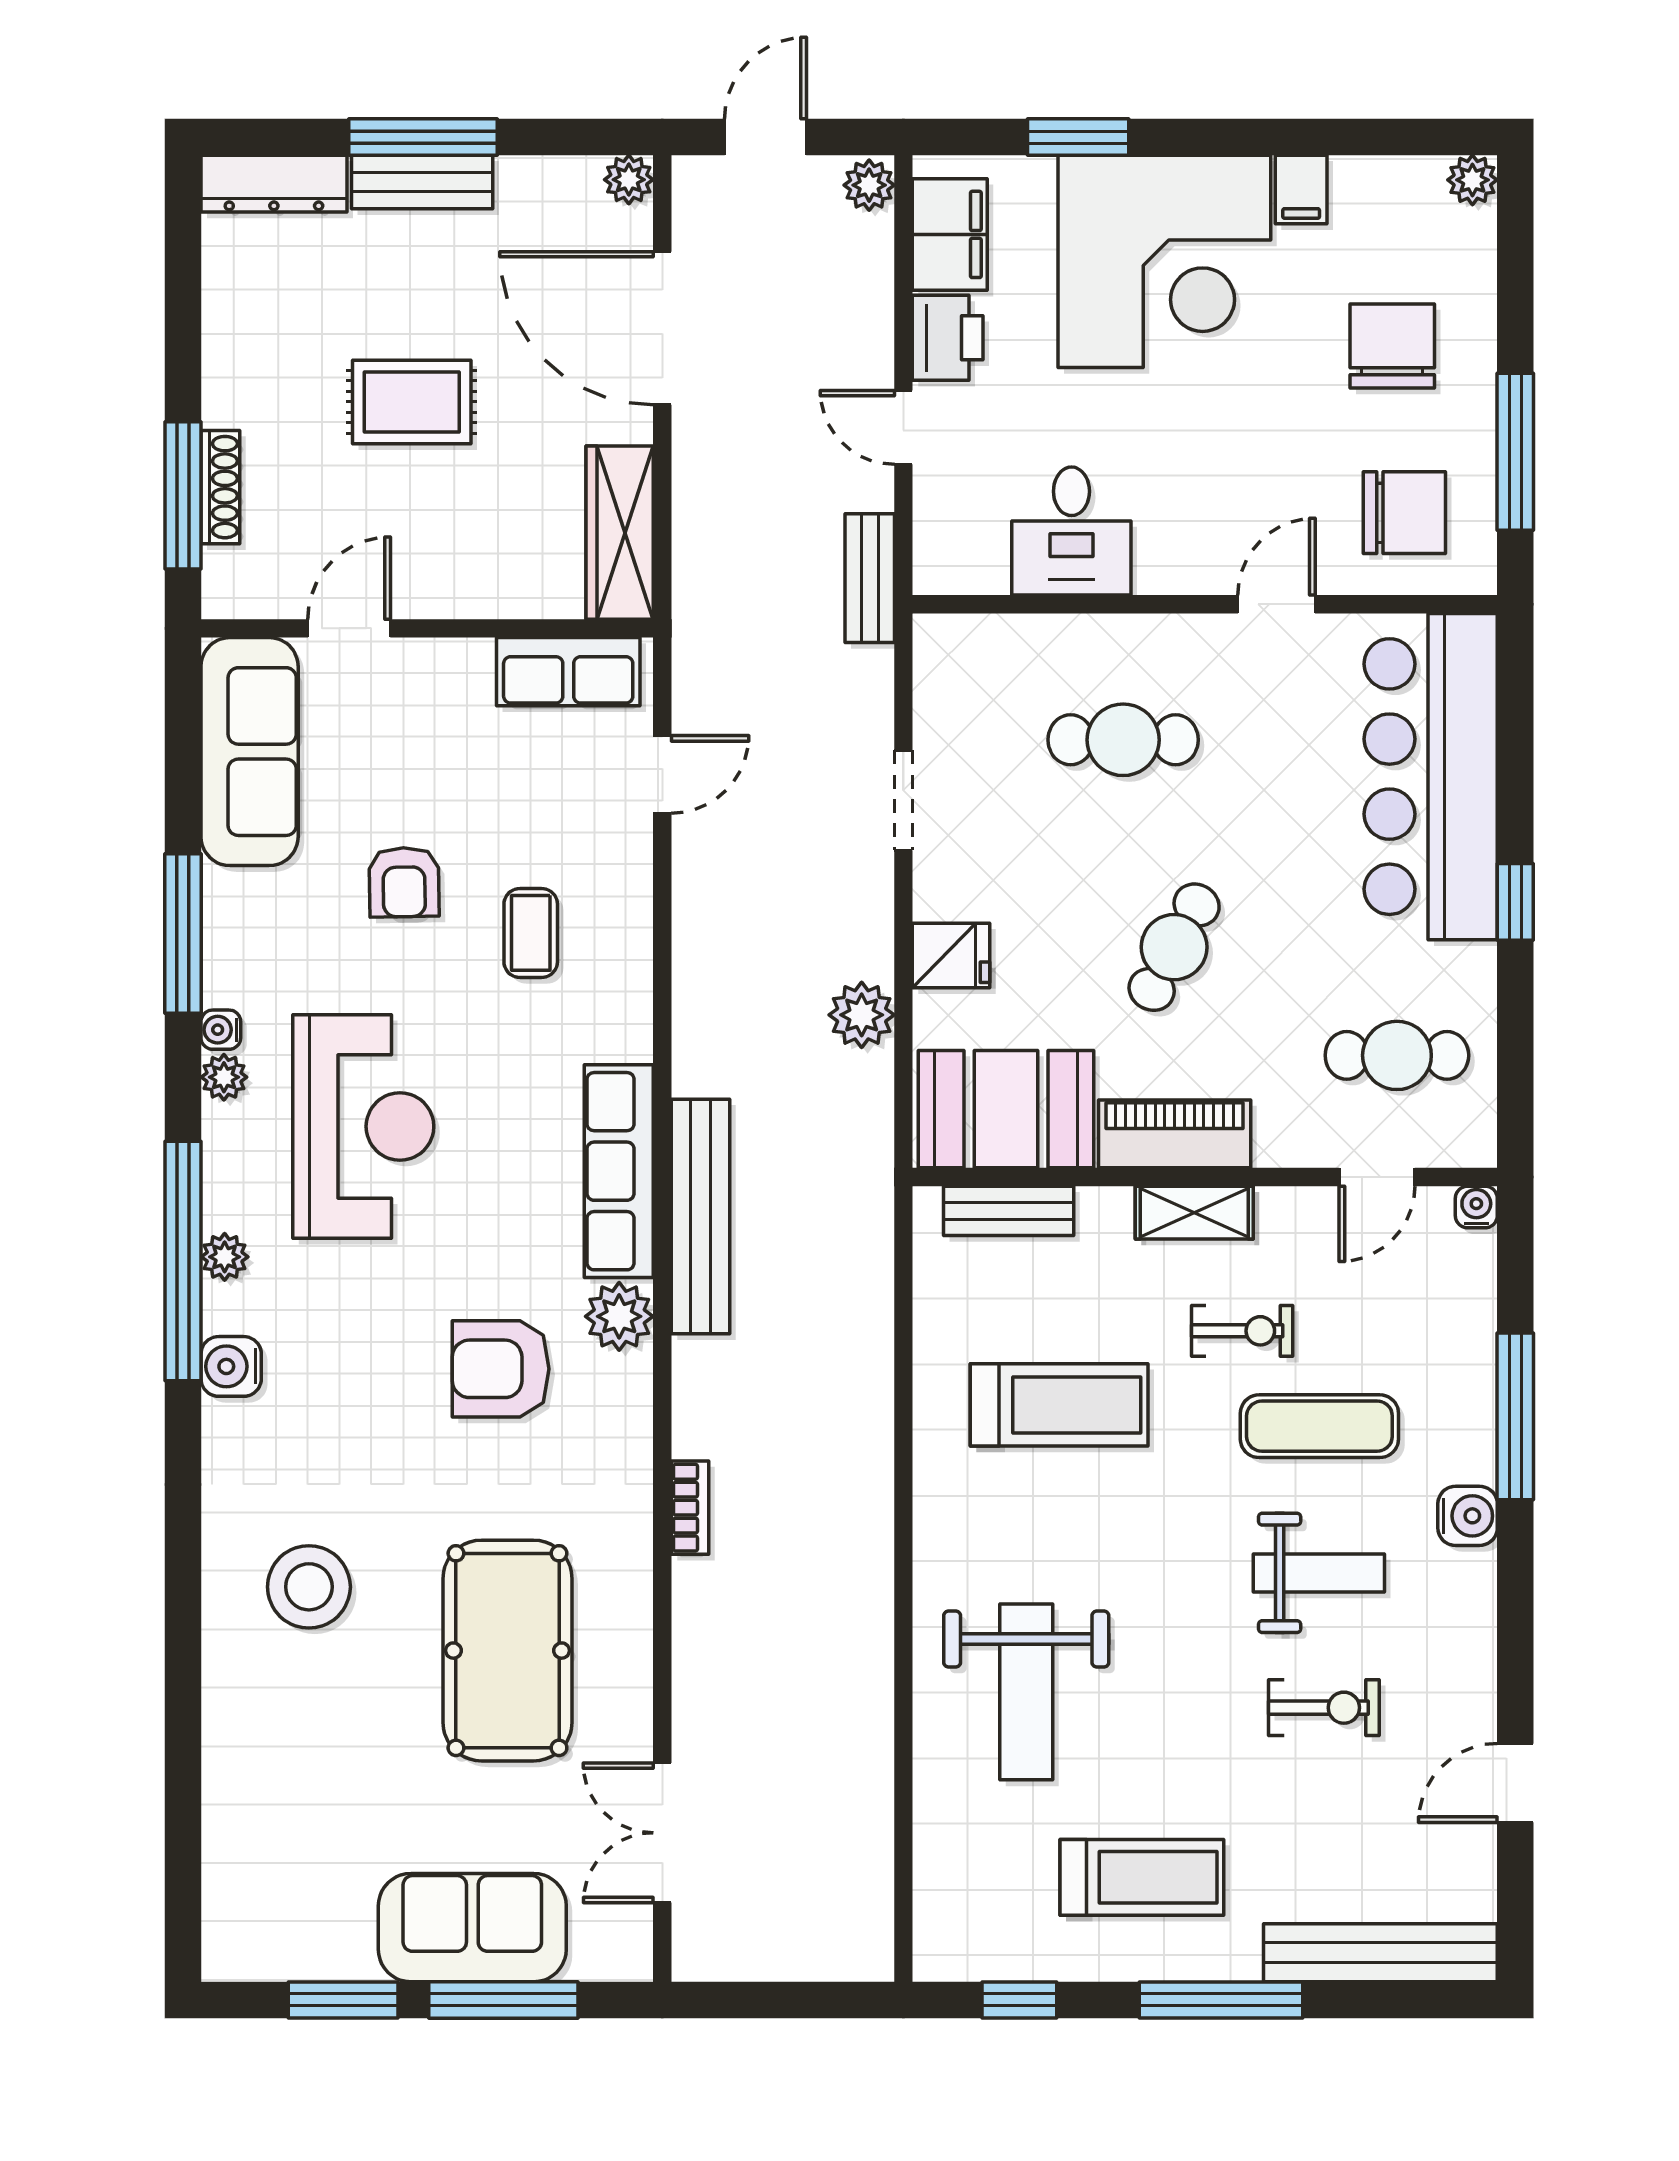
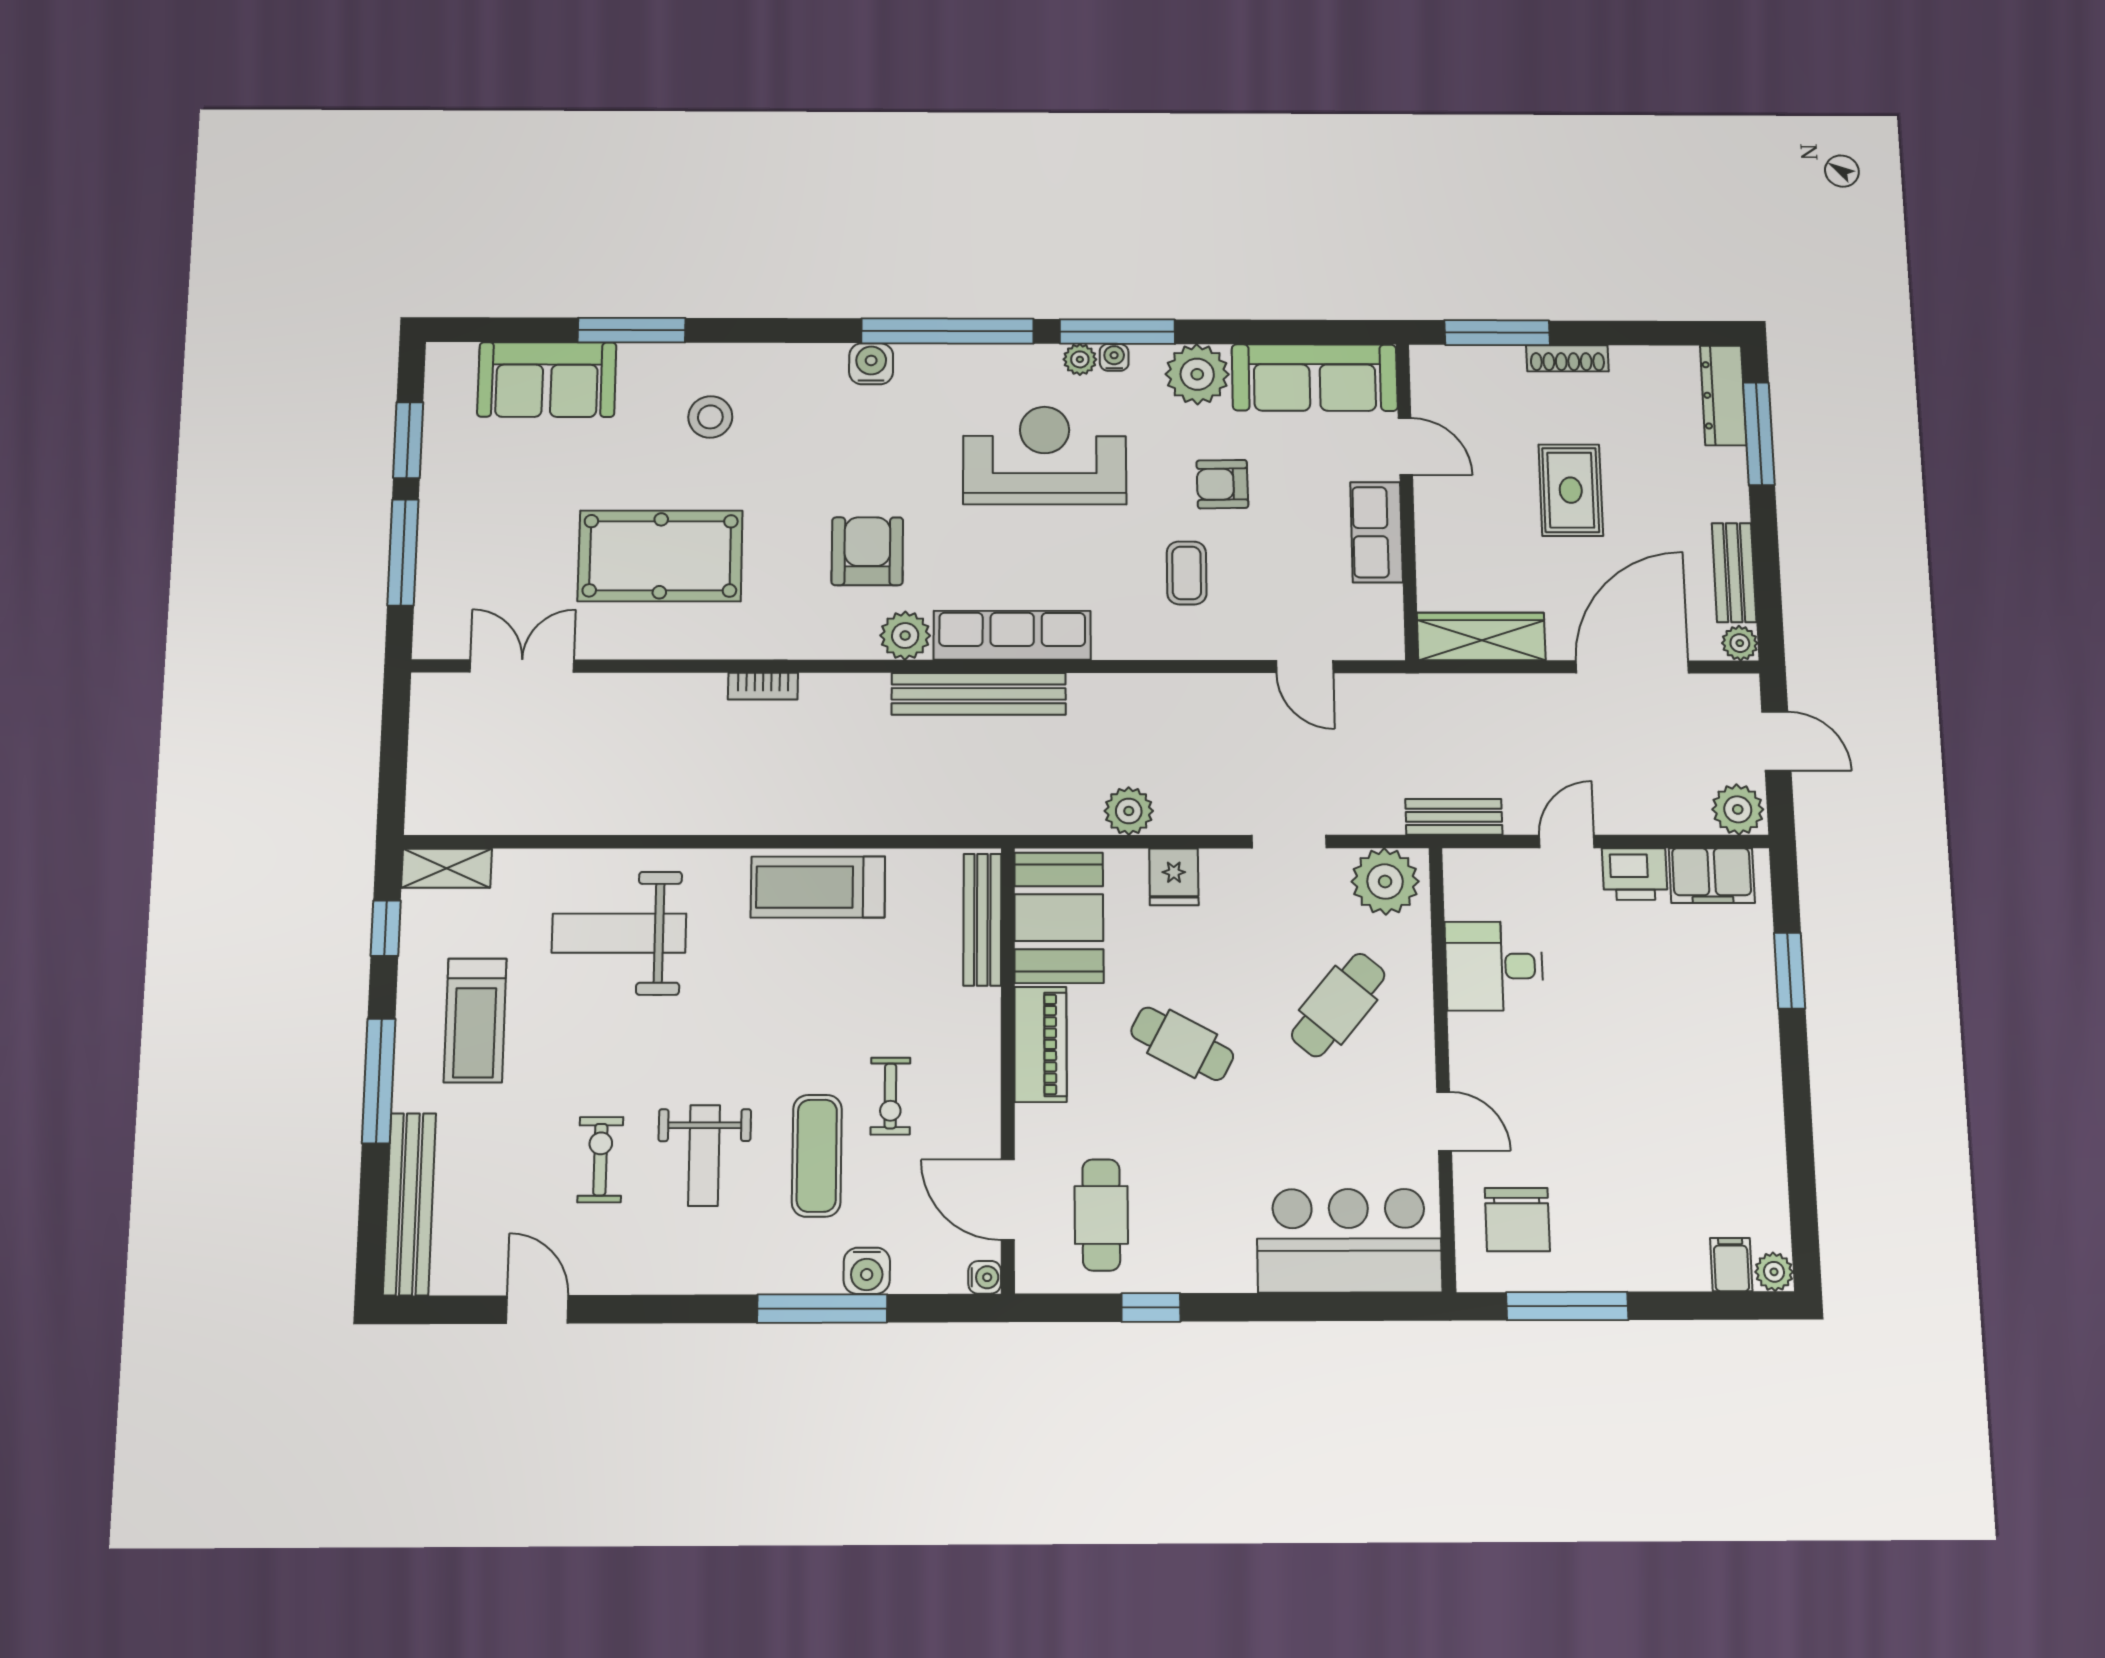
window: (423, 137) -> (1759, 434), moved
bench: (422, 182) -> (1734, 573), moved
plant: (869, 185) -> (1738, 809), width x1.38, depth x1.38
filing cabinet: (1301, 189) -> (1731, 1265), moved, turned 90
corner desk: (1164, 261) -> (1700, 1036), removed
chair: (1392, 346) -> (1644, 1210), removed
shoe rack: (220, 487) -> (1567, 358), moved
row of seats: (568, 672) -> (1376, 532), moved
plant: (958, 673) -> (1385, 881), added
cafe table: (1123, 740) -> (1338, 1005), turned 40
bar counter: (1431, 777) -> (1349, 1241), width x0.73
window: (1515, 902) -> (1151, 1307), moved
coffee table: (531, 933) -> (1187, 573), turned 90
window: (183, 934) -> (1117, 332), moved
reception desk: (363, 1126) -> (1045, 455), turned 180
door: (1377, 1177) -> (1008, 1200), width x1.38
bench: (1009, 1211) -> (982, 920), width x1.36
shelving: (1194, 1213) -> (447, 868), moved, turned 90
plant: (225, 1257) -> (1197, 374), moved, width x1.88, depth x1.88
treadmill: (1059, 1405) -> (818, 887), moved, turned 90
water cooler: (1468, 1516) -> (867, 1271), moved
stool: (309, 1587) -> (710, 417), width x0.73, depth x0.73
window: (183, 1699) -> (632, 330), added
exercise bike: (1324, 1708) -> (600, 1160), turned 180
sofa: (472, 1928) -> (547, 380), moved, turned 90

